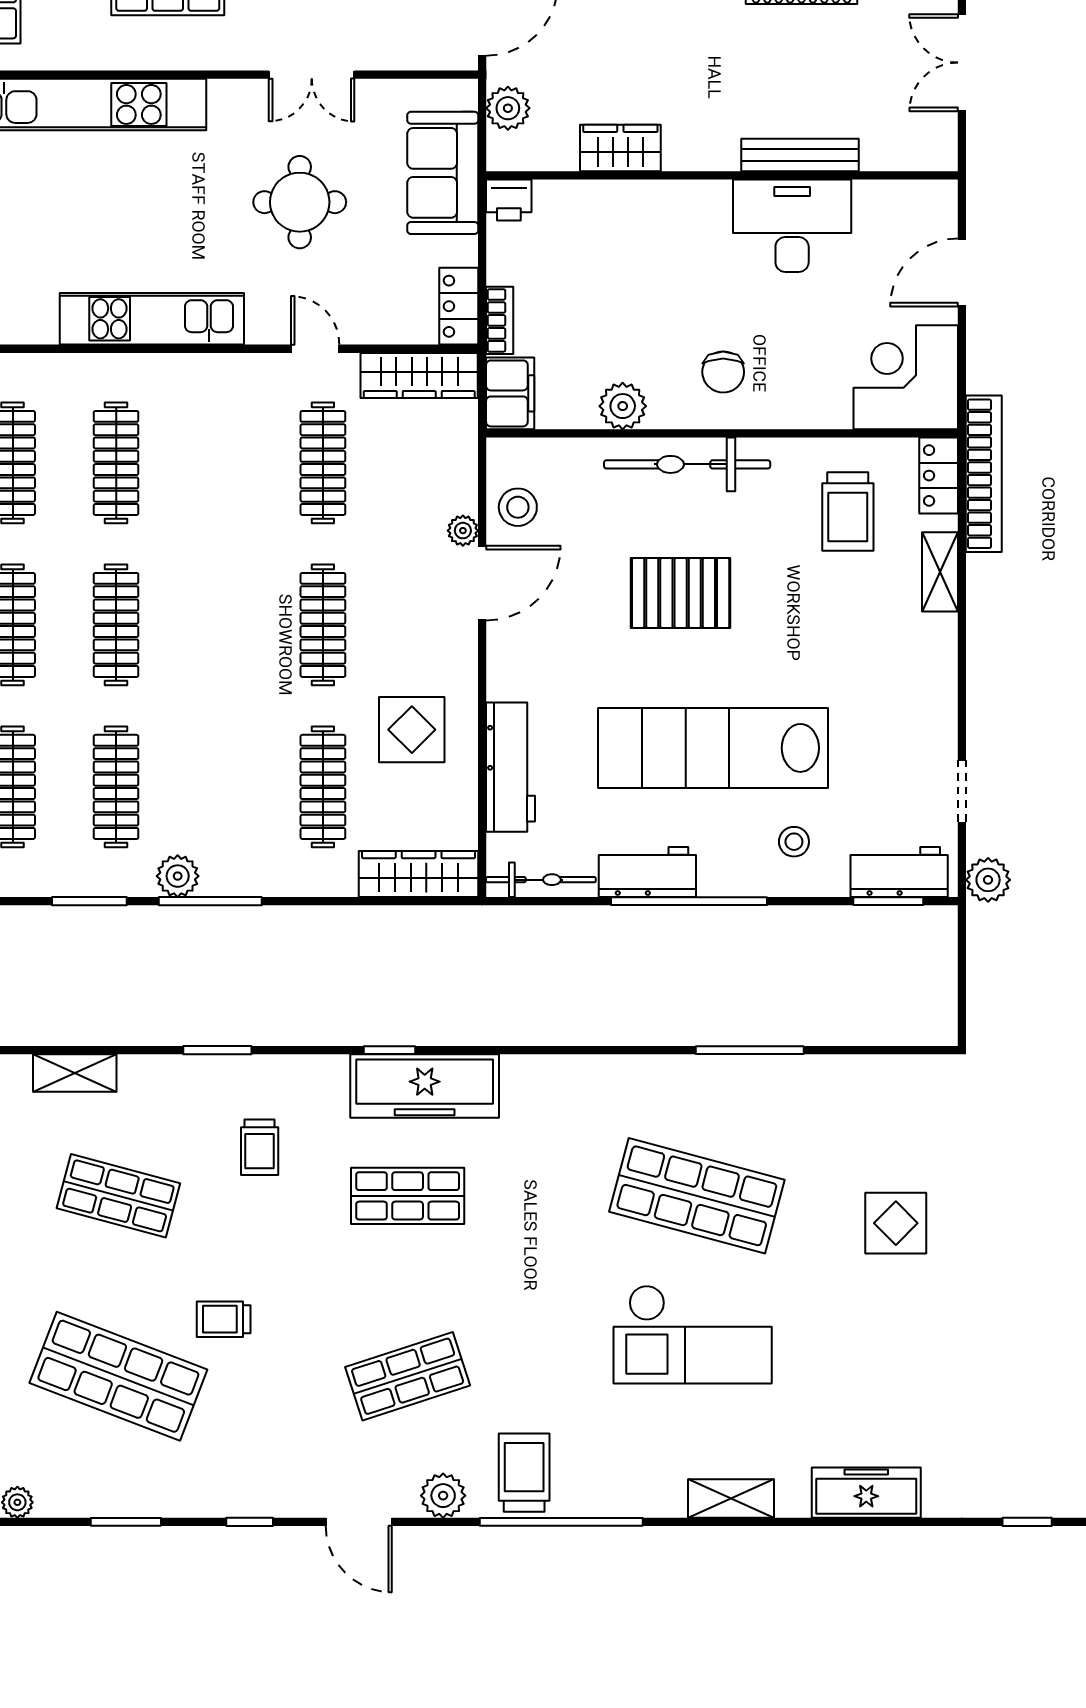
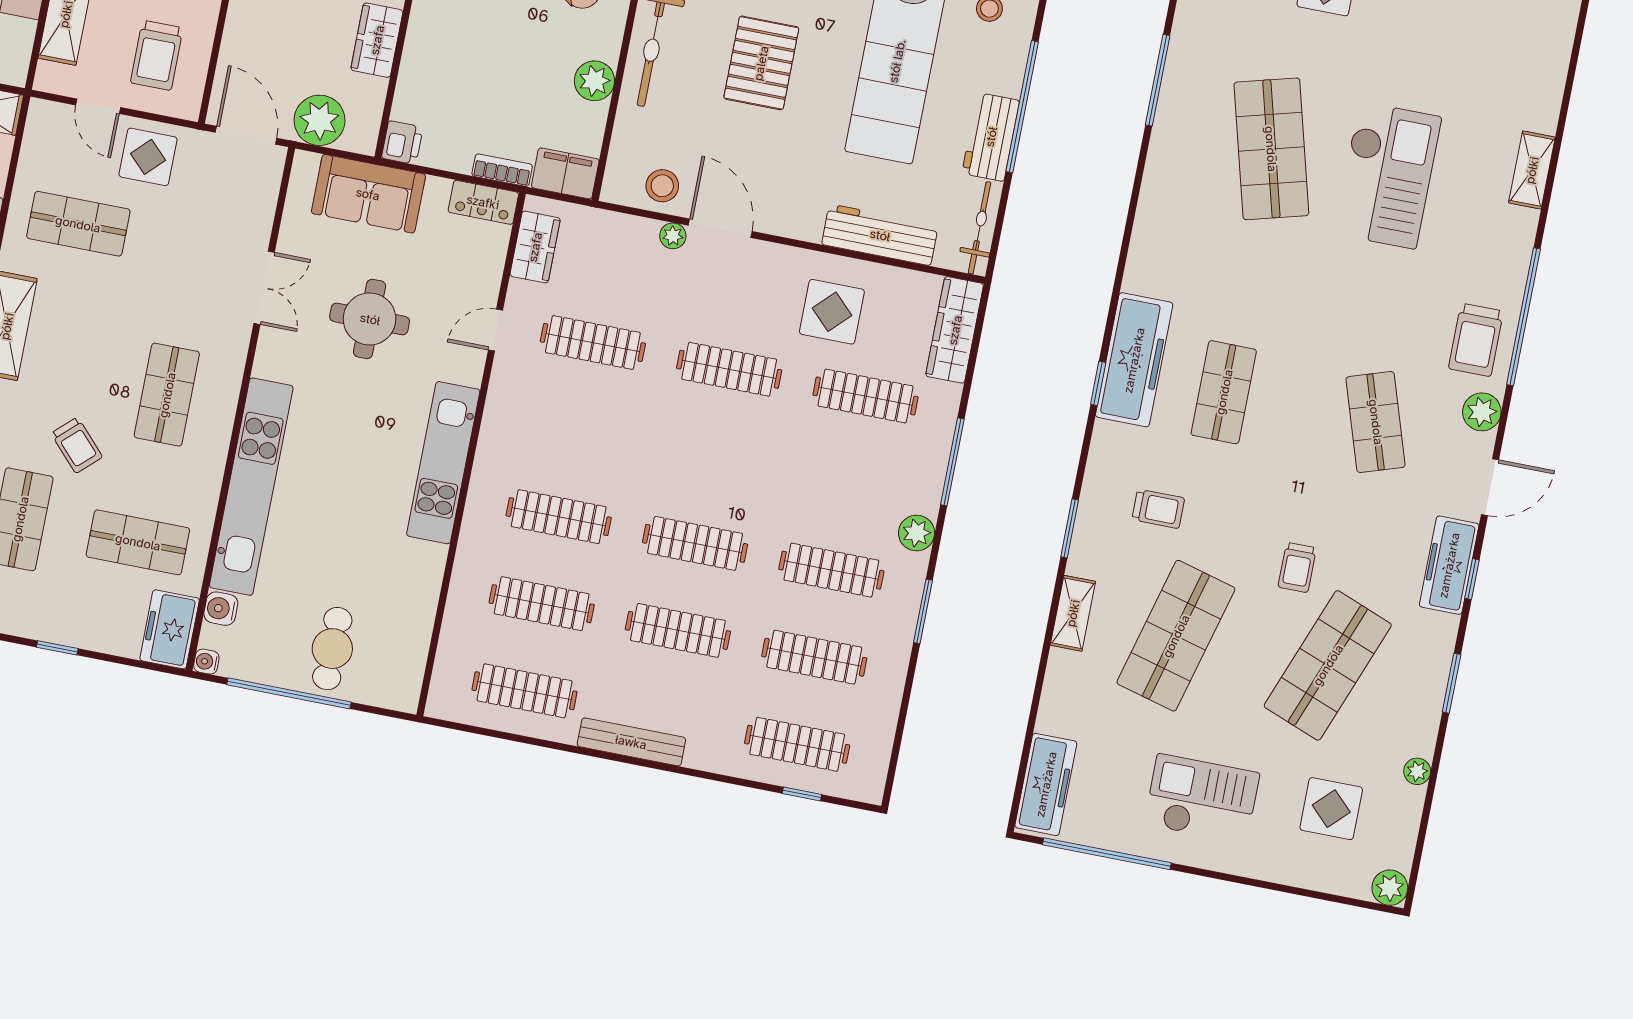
plant: (508, 108) -> (320, 120), width x1.36, depth x1.36
wardrobe: (419, 375) -> (535, 247), width x0.67
window: (210, 901) -> (952, 462), moved
shelving: (75, 1073) -> (1073, 613), moved
shop shelf: (118, 1196) -> (1176, 636), width x1.43, depth x1.36
shop shelf: (697, 1196) -> (1271, 149), turned -30
trolley: (524, 1473) -> (1476, 340), turned -90
freezer: (866, 1493) -> (1449, 565), moved

